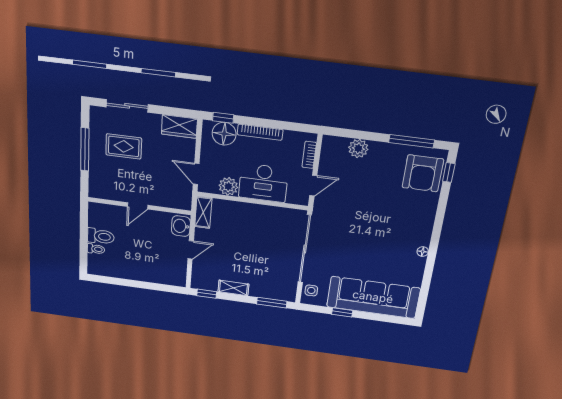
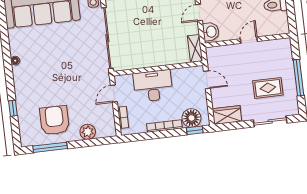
window: (449, 172) -> (13, 108), moved
armchair: (423, 173) -> (54, 120), moved
plant: (228, 186) -> (180, 76), removed

